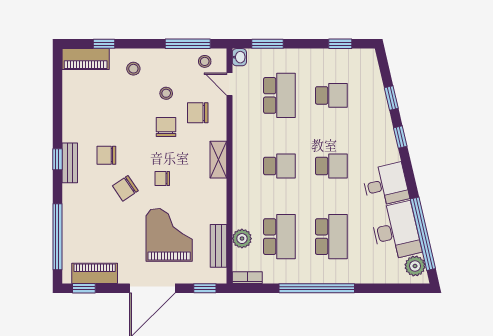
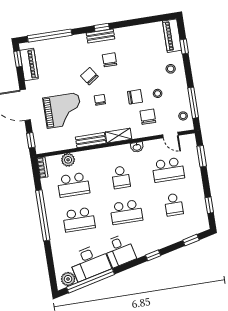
washbasin: (239, 57) -> (137, 147), moved
door: (230, 84) -> (170, 135), swing flipped
window: (391, 98) -> (191, 240), moved
school desk: (331, 166) -> (126, 212), width x1.85
bench: (219, 246) -> (91, 140), moved

